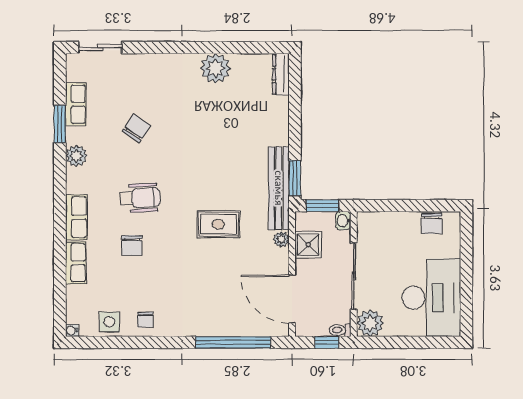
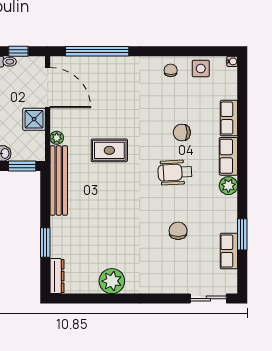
chair: (136, 128) -> (178, 231), turned 146
plant: (76, 156) -> (228, 186), moved
window: (295, 178) -> (45, 242), moved
shower: (308, 245) -> (34, 119), moved
chair: (132, 246) -> (182, 132), turned -90

